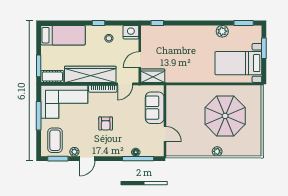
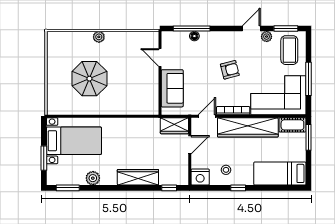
wardrobe: (184, 32) -> (138, 177), added
parasol: (225, 116) -> (89, 79), width x0.73, depth x0.73
armchair: (106, 123) -> (230, 70), turned 76

